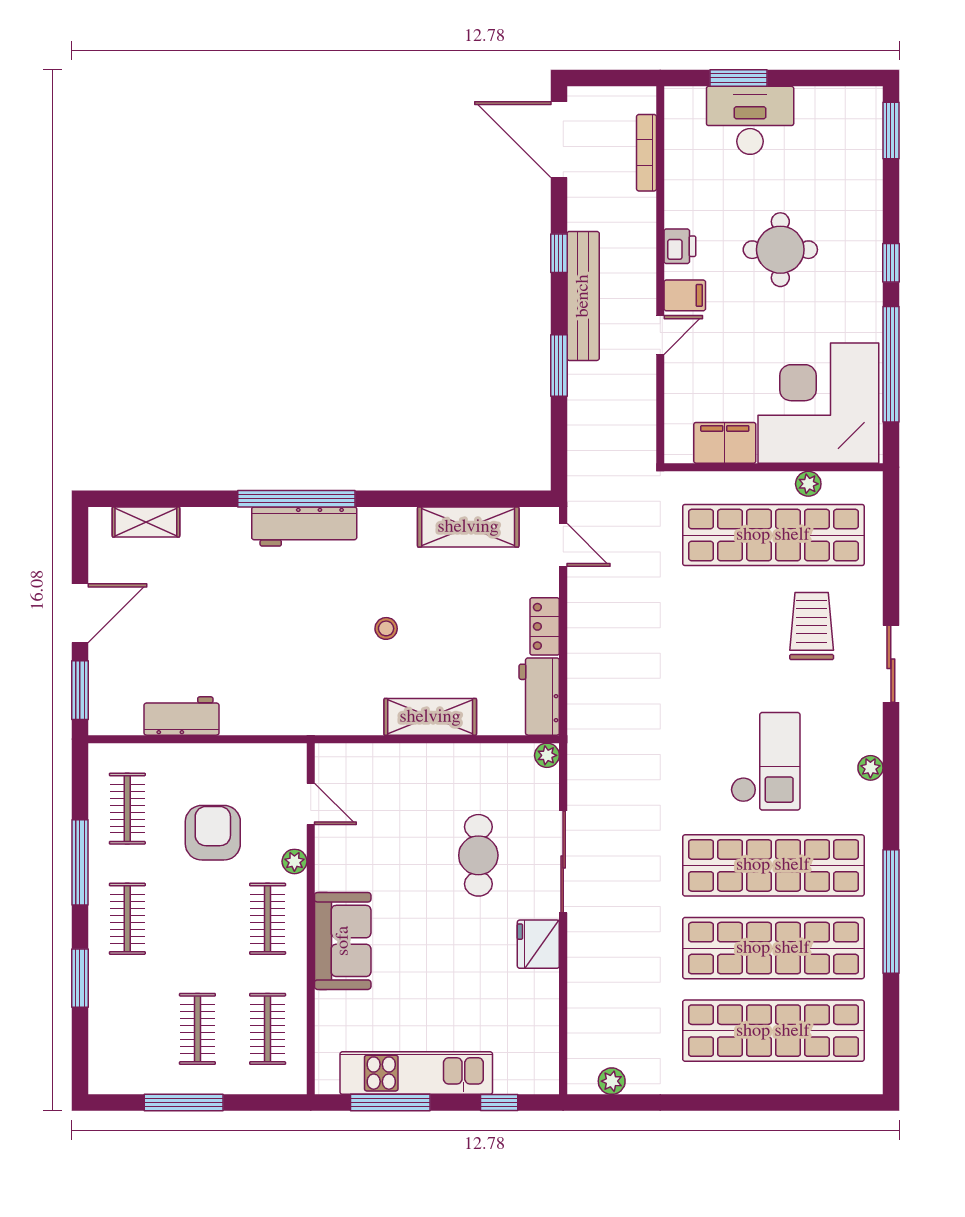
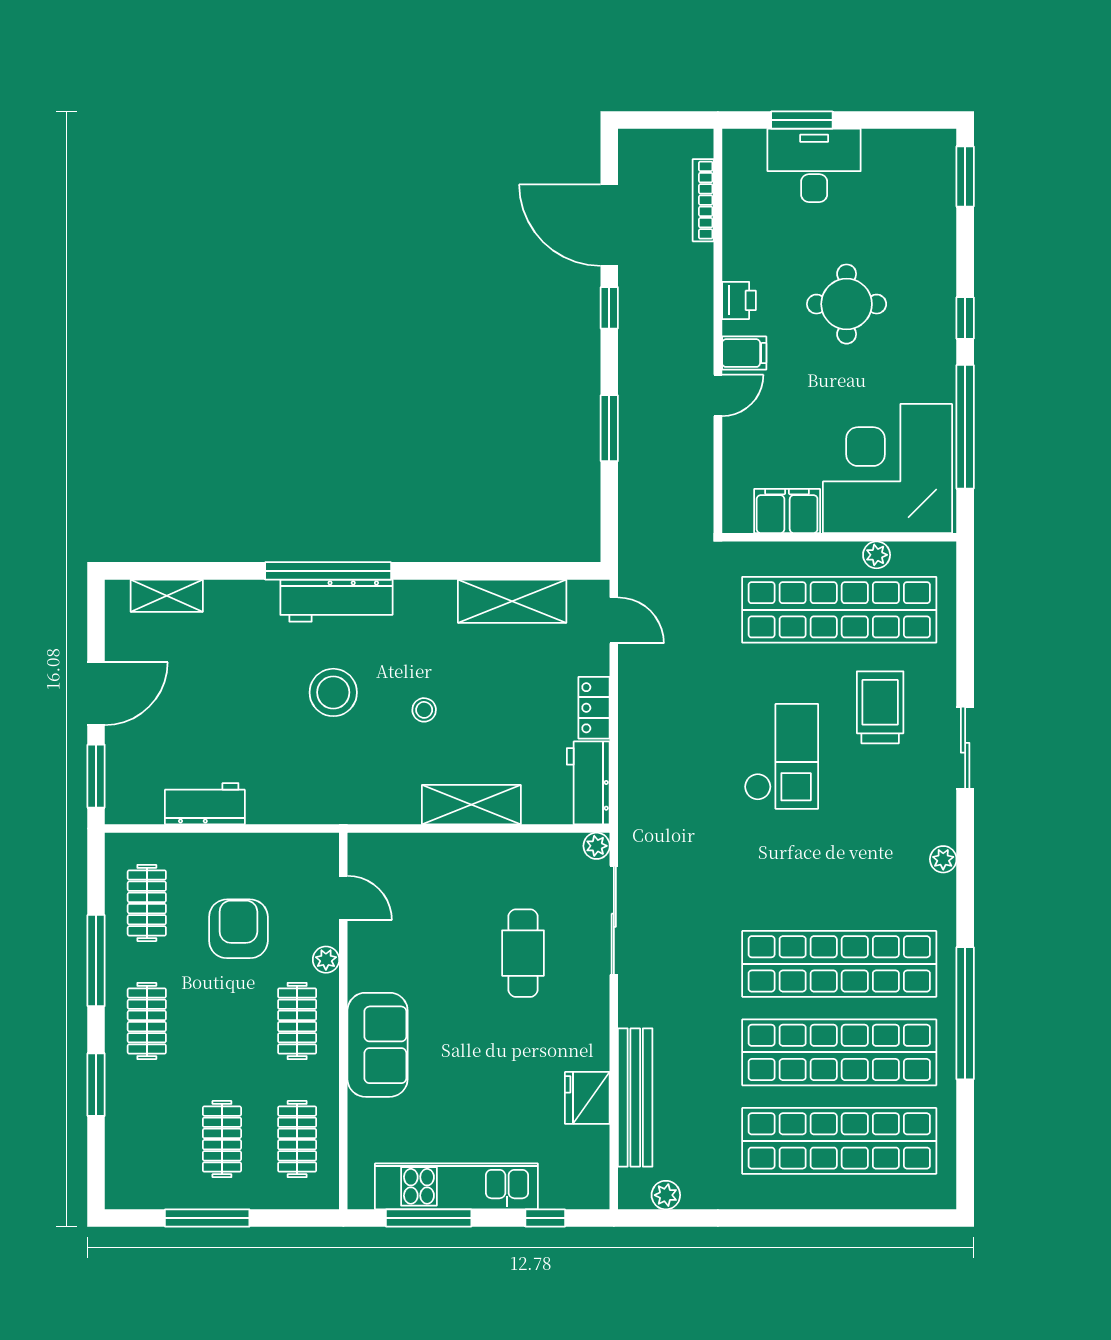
door: (559, 140) -> (609, 225), moved
bench: (583, 296) -> (635, 1097), moved
stool: (301, 612) -> (333, 692), added
checkout: (765, 761) -> (781, 756), moved
sliding door: (563, 862) -> (614, 920), moved
fridge: (538, 944) -> (587, 1098), moved

